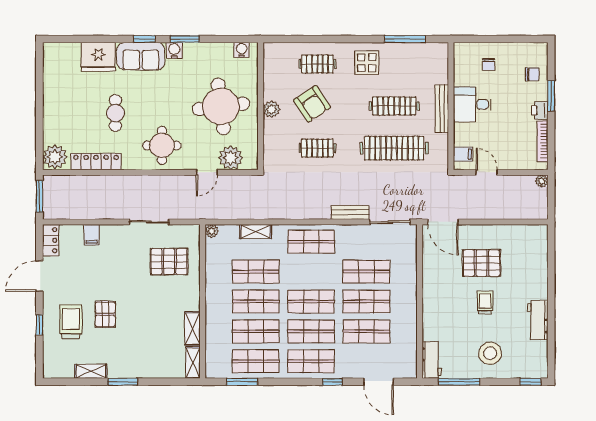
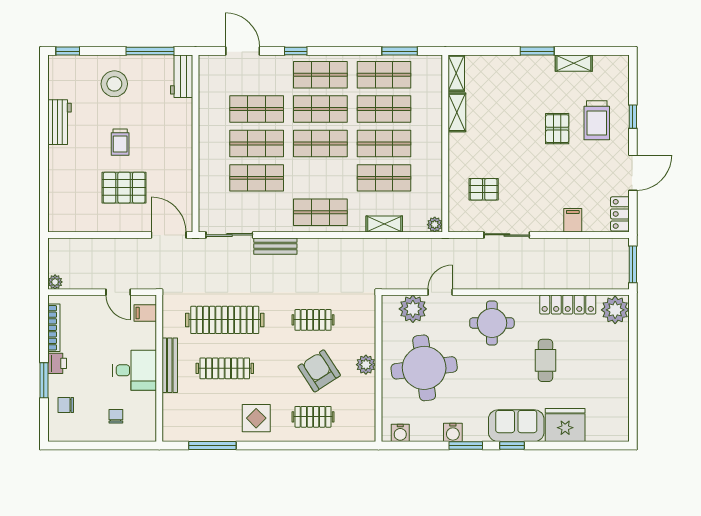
water cooler: (174, 50) -> (453, 432), moved
pallet: (169, 262) -> (484, 189), width x0.67, depth x0.71

